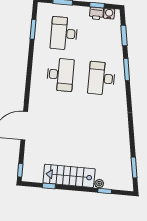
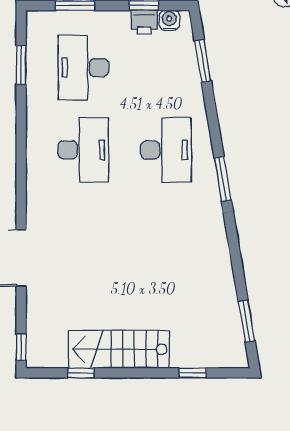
window: (127, 70) -> (223, 179), moved
desk: (102, 78) -> (166, 150), turned 180
plant: (99, 184) -> (180, 359), removed

